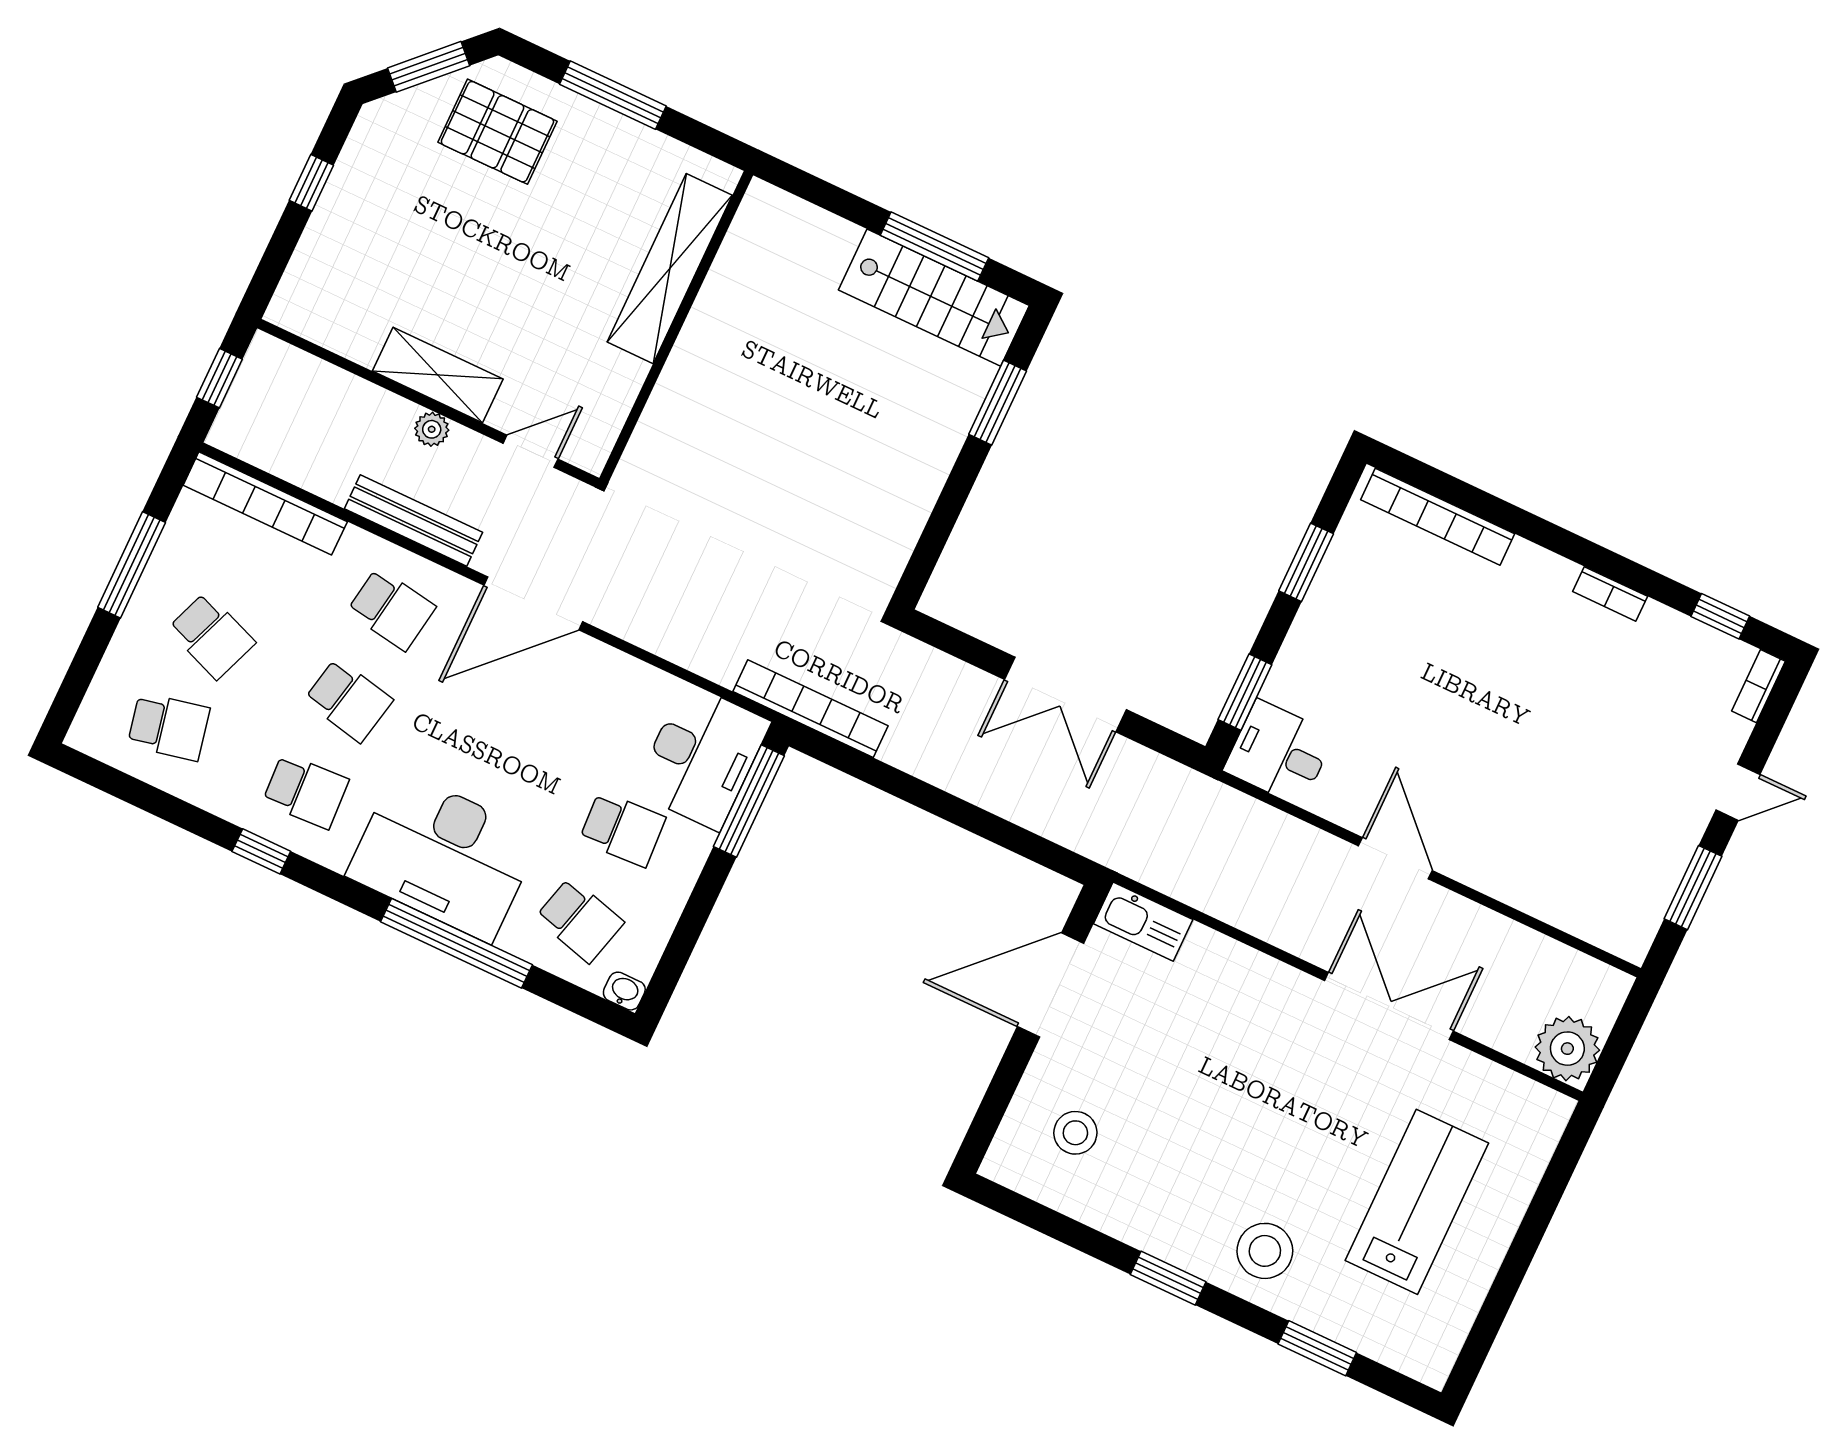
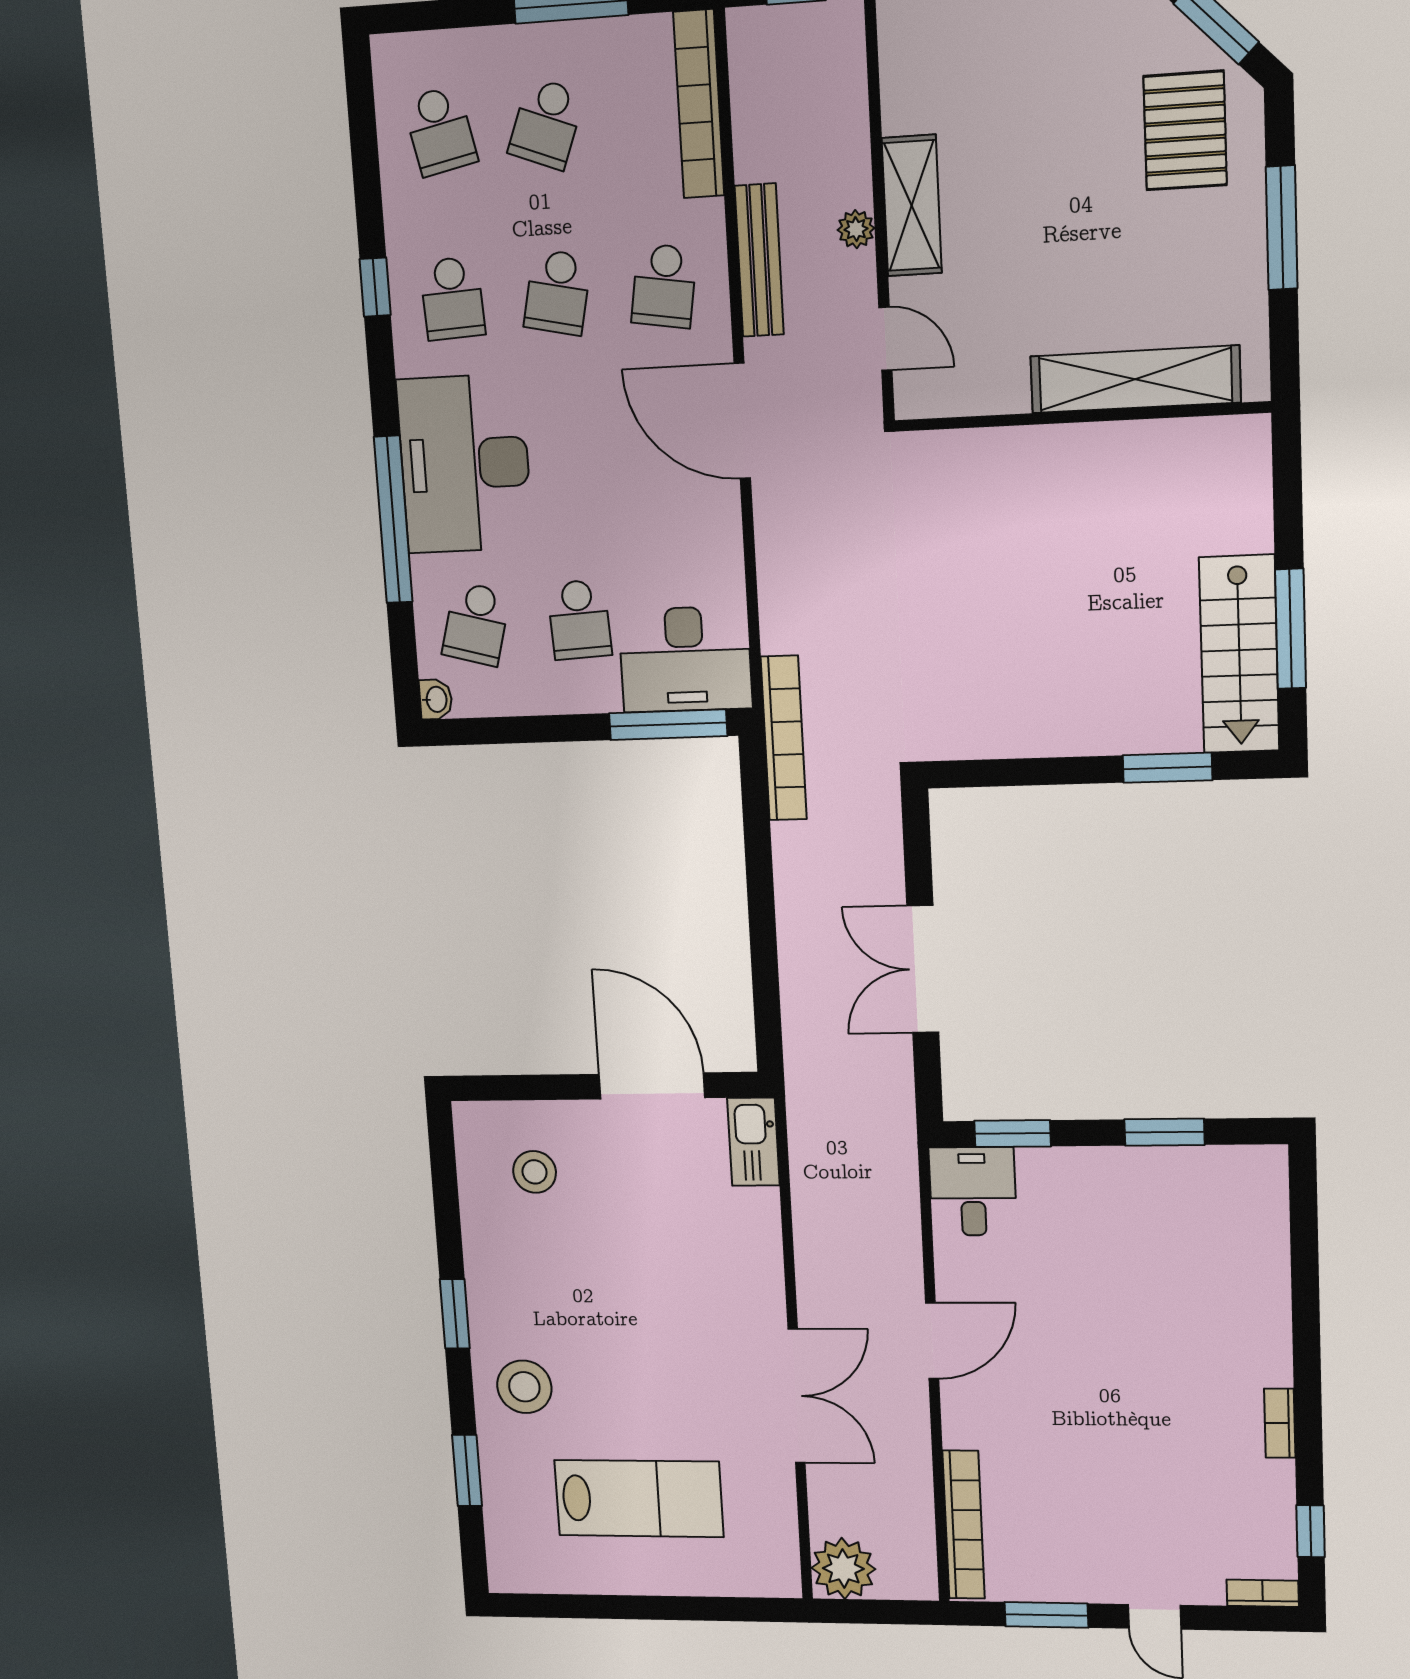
bookcase: (1438, 517) -> (964, 1525), moved, turned 180

